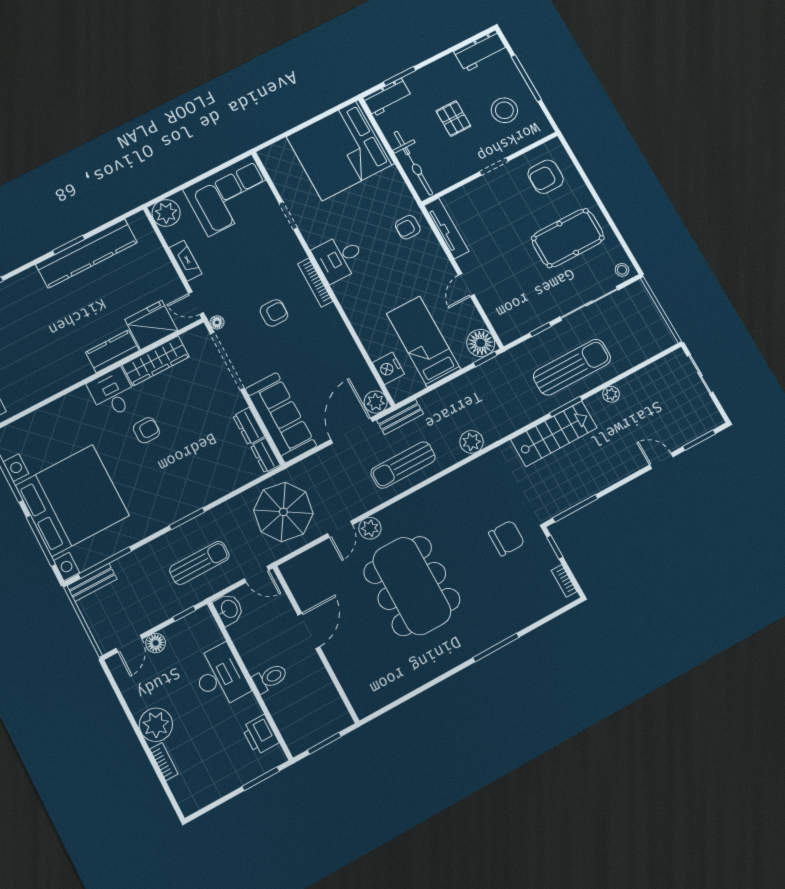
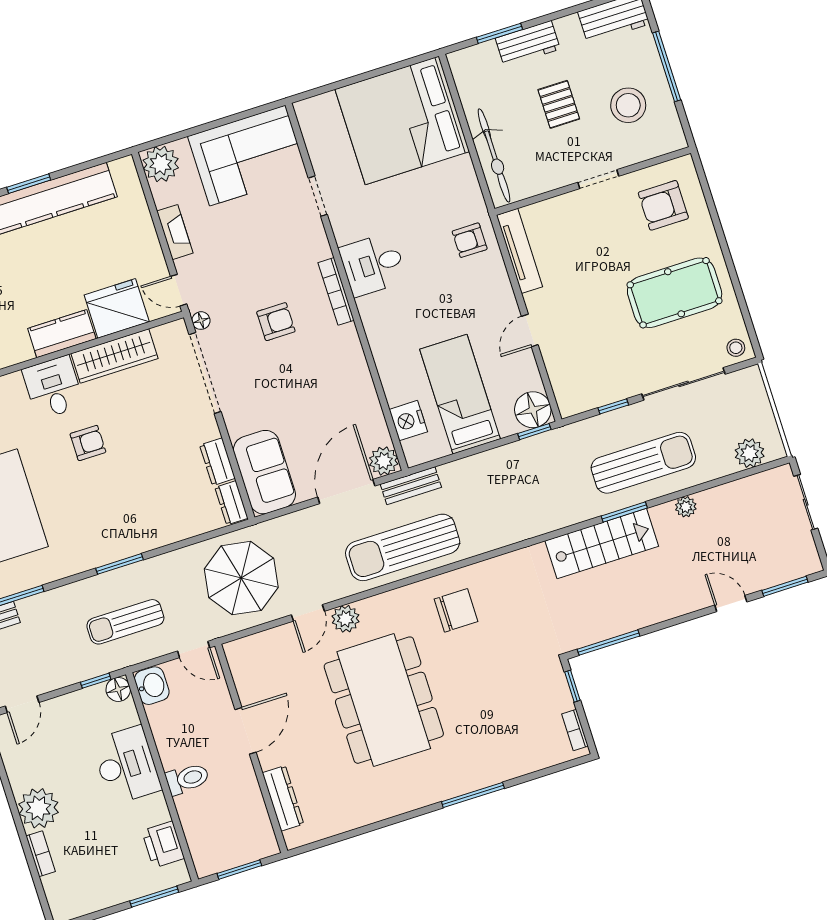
workbench: (387, 97) -> (528, 44), moved
sofa: (281, 417) -> (264, 472), width x0.73
plant: (471, 442) -> (750, 453), moved
sun lounger: (403, 465) -> (403, 547), width x1.36, depth x1.34
chair: (507, 538) -> (456, 610), moved
sun lounger: (199, 563) -> (125, 622), turned 180
floor lamp: (156, 643) -> (118, 689), moved
dresser: (348, 679) -> (283, 798), added

